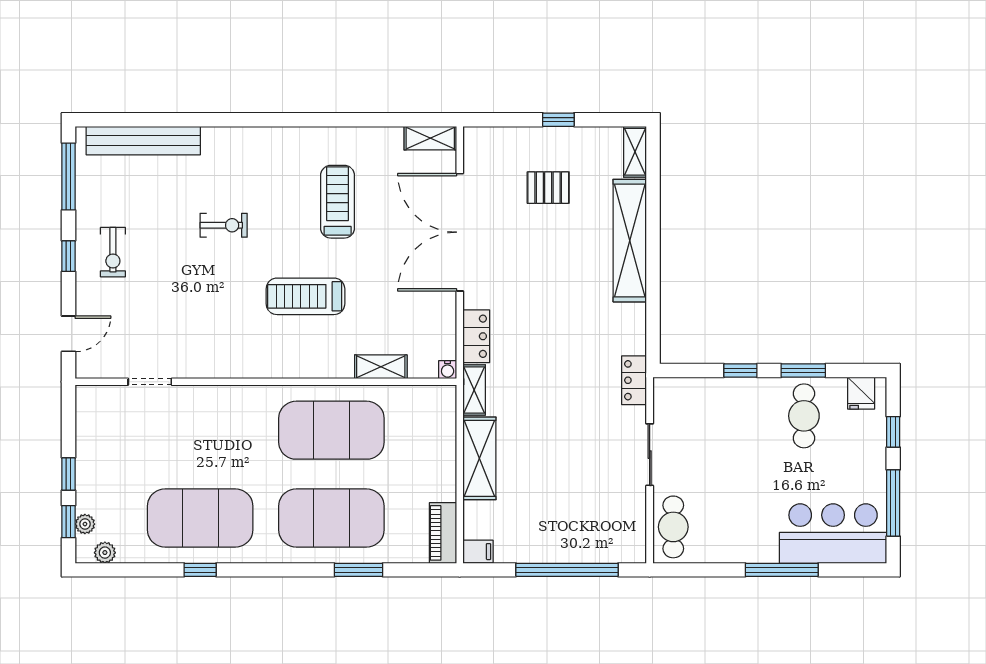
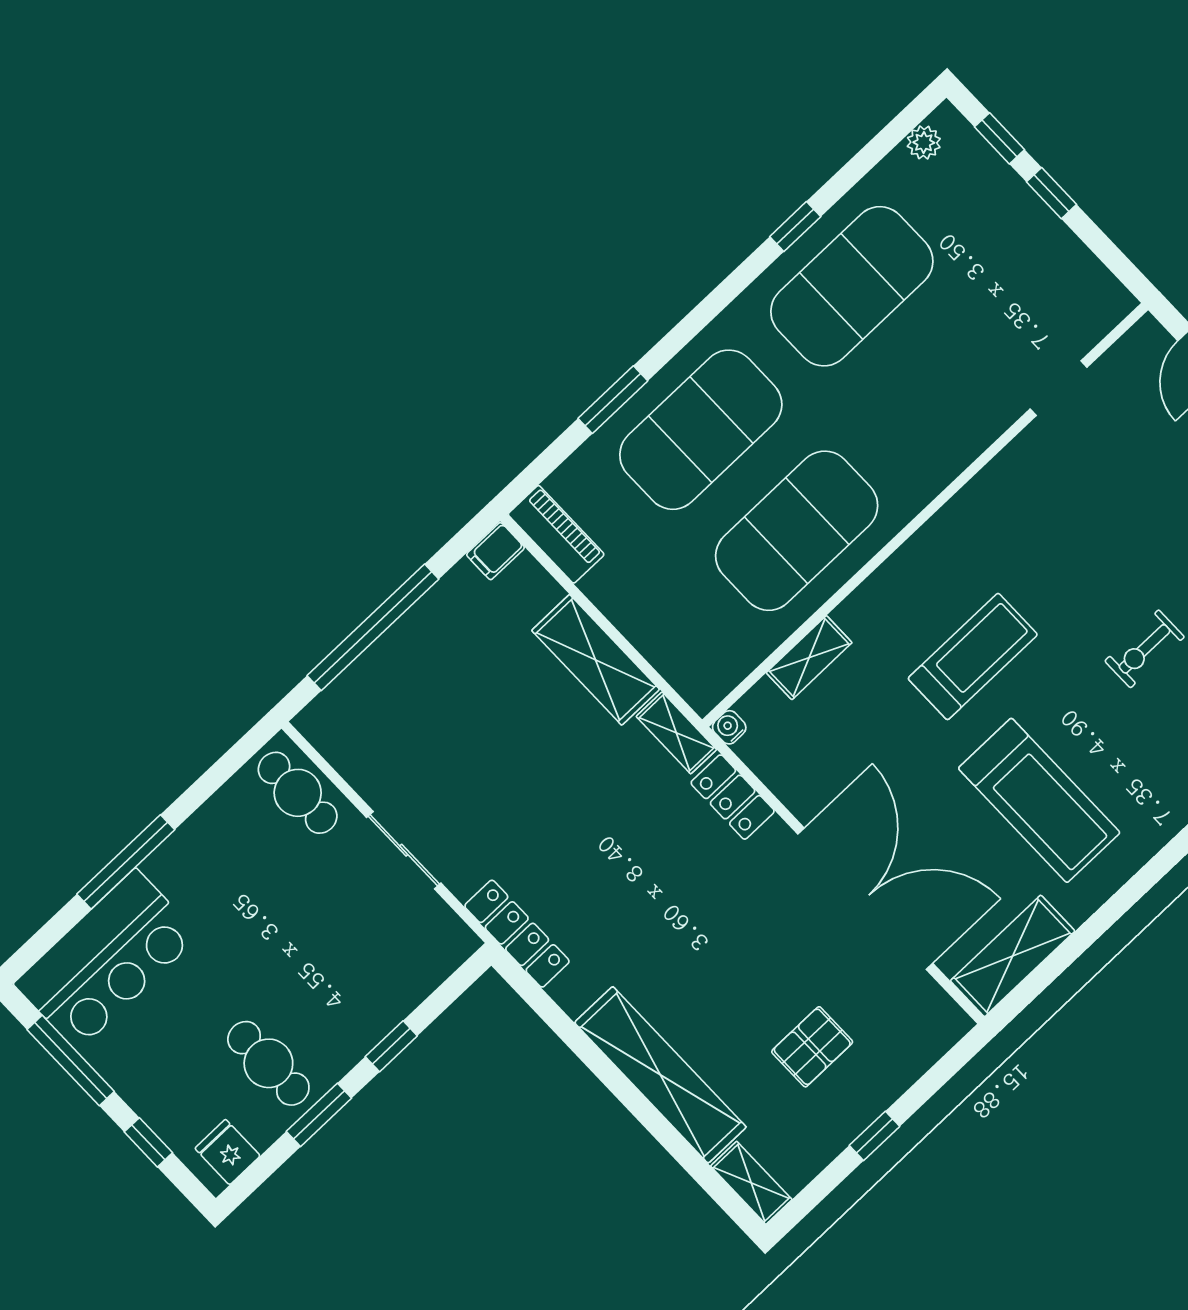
shelving: (430, 138) -> (1013, 956), width x1.50, depth x1.33
treadmill: (338, 202) -> (1039, 800), width x1.37, depth x1.38
locker: (634, 380) -> (517, 934), width x1.53
plant: (85, 524) -> (978, 154), removed

